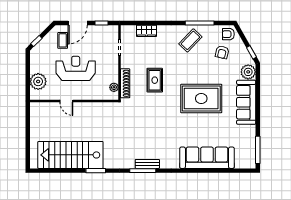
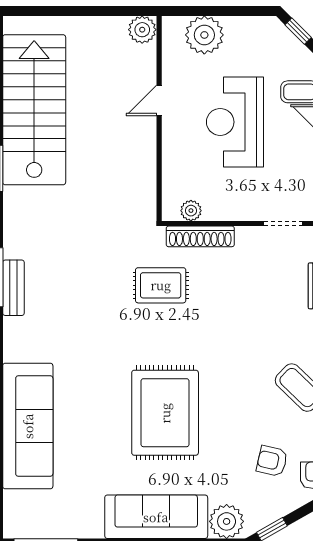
reception desk: (76, 68) -> (235, 122), turned 180
rug: (155, 80) -> (161, 285), moved
plant: (36, 108) -> (142, 30), added

